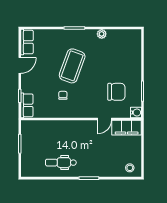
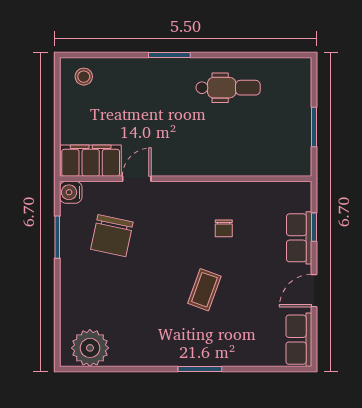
plant: (102, 34) -> (90, 348), moved, width x1.88, depth x1.88
coffee table: (72, 66) -> (204, 290), width x0.54, depth x0.58
chair: (116, 92) -> (112, 236), turned -78
row of seats: (27, 105) -> (299, 238), moved

